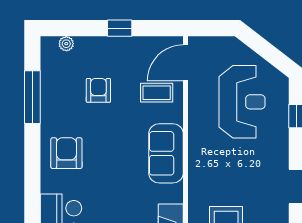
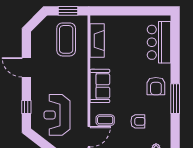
armchair: (98, 90) -> (138, 121), turned -90
window: (32, 97) -> (175, 99), moved

